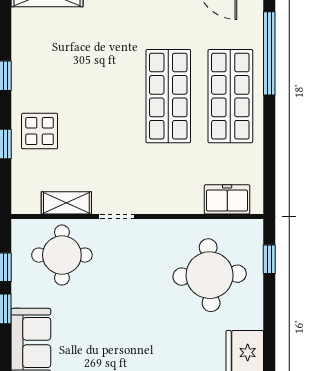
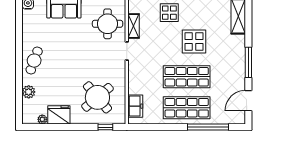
display table: (97, 81) -> (194, 41), added
round table: (210, 275) -> (97, 97), turned -37

